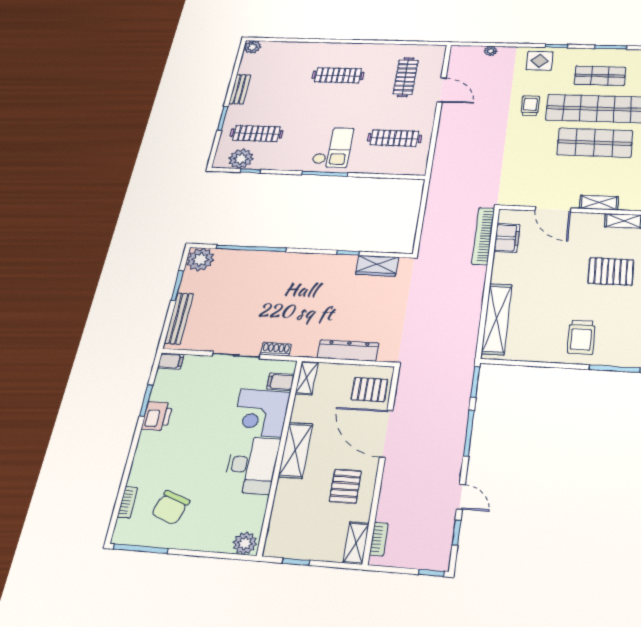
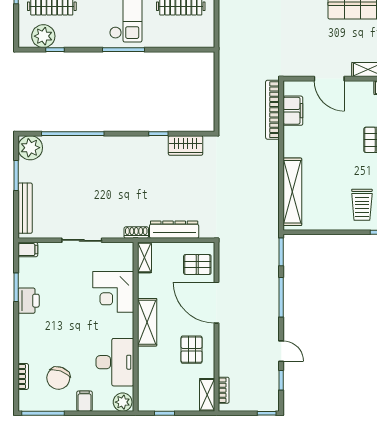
shoe rack: (276, 349) -> (136, 233), moved
filing cabinet: (280, 382) -> (85, 401), moved, turned 90
desk: (252, 465) -> (115, 362), moved

